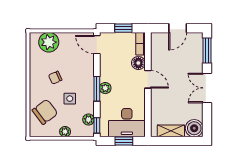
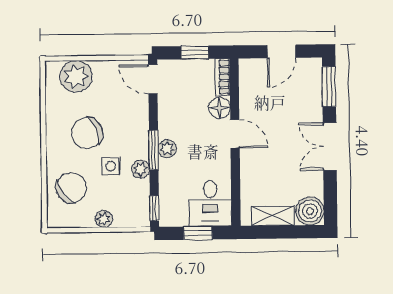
chair: (55, 78) -> (87, 133), width x1.87, depth x1.87
plant: (88, 120) -> (141, 169), moved
desk: (127, 123) -> (210, 203), width x0.73

